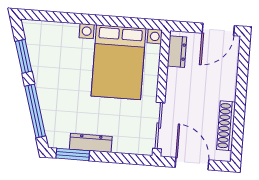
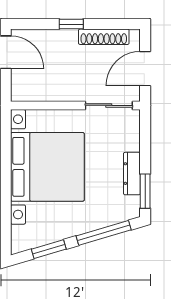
dresser: (177, 52) -> (32, 93), removed
bed with nightstands: (118, 62) -> (47, 167), width x1.36
window: (241, 95) -> (71, 24), added

